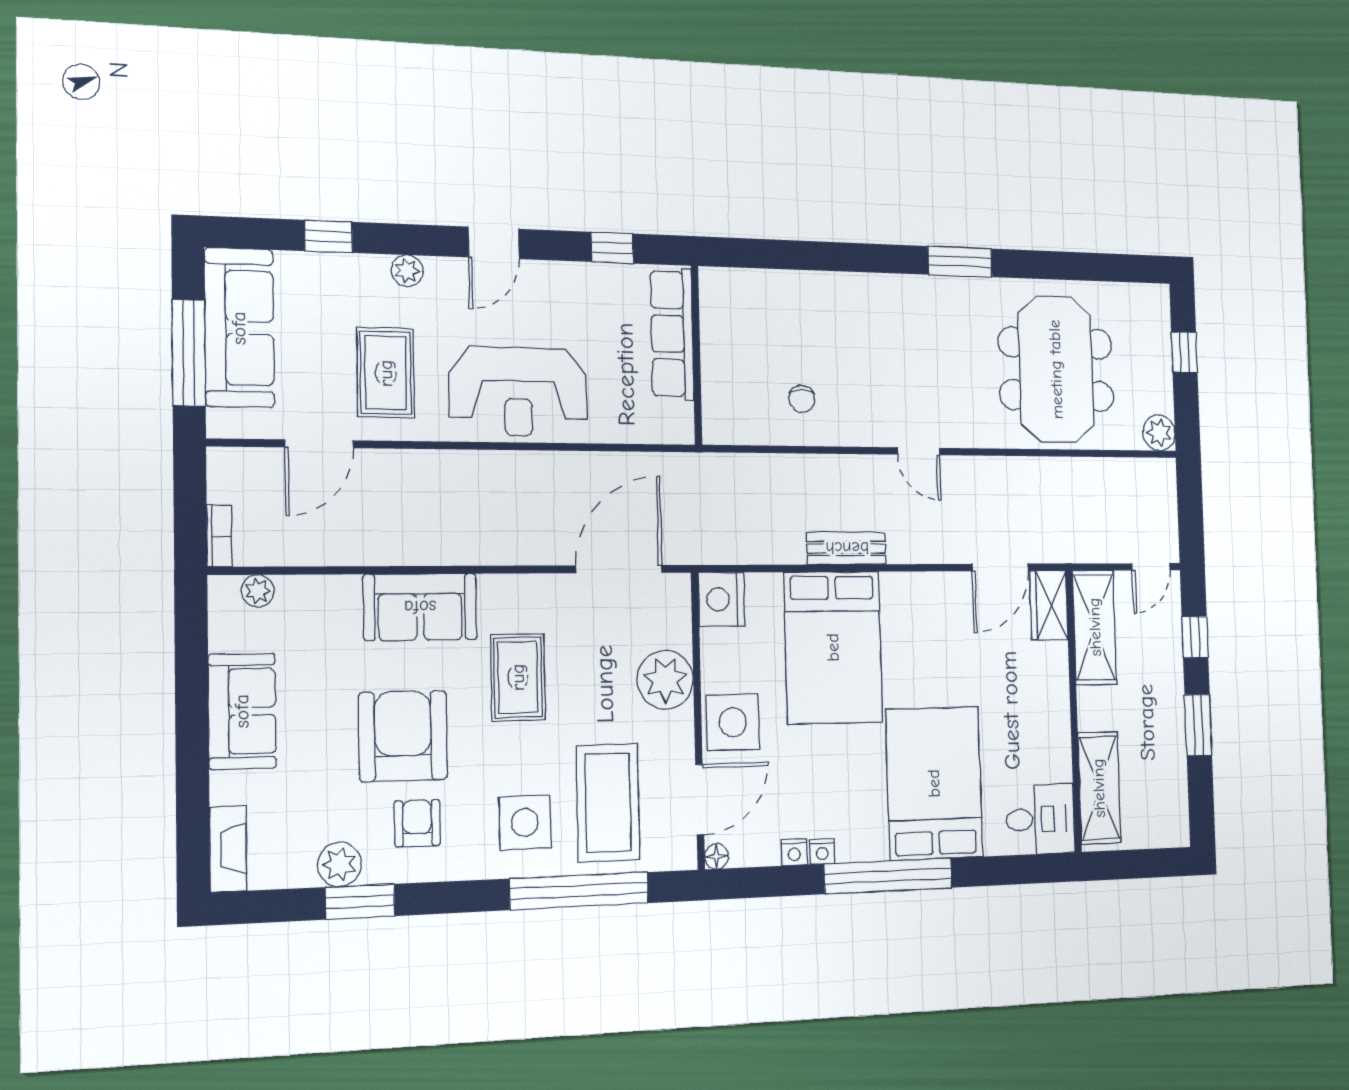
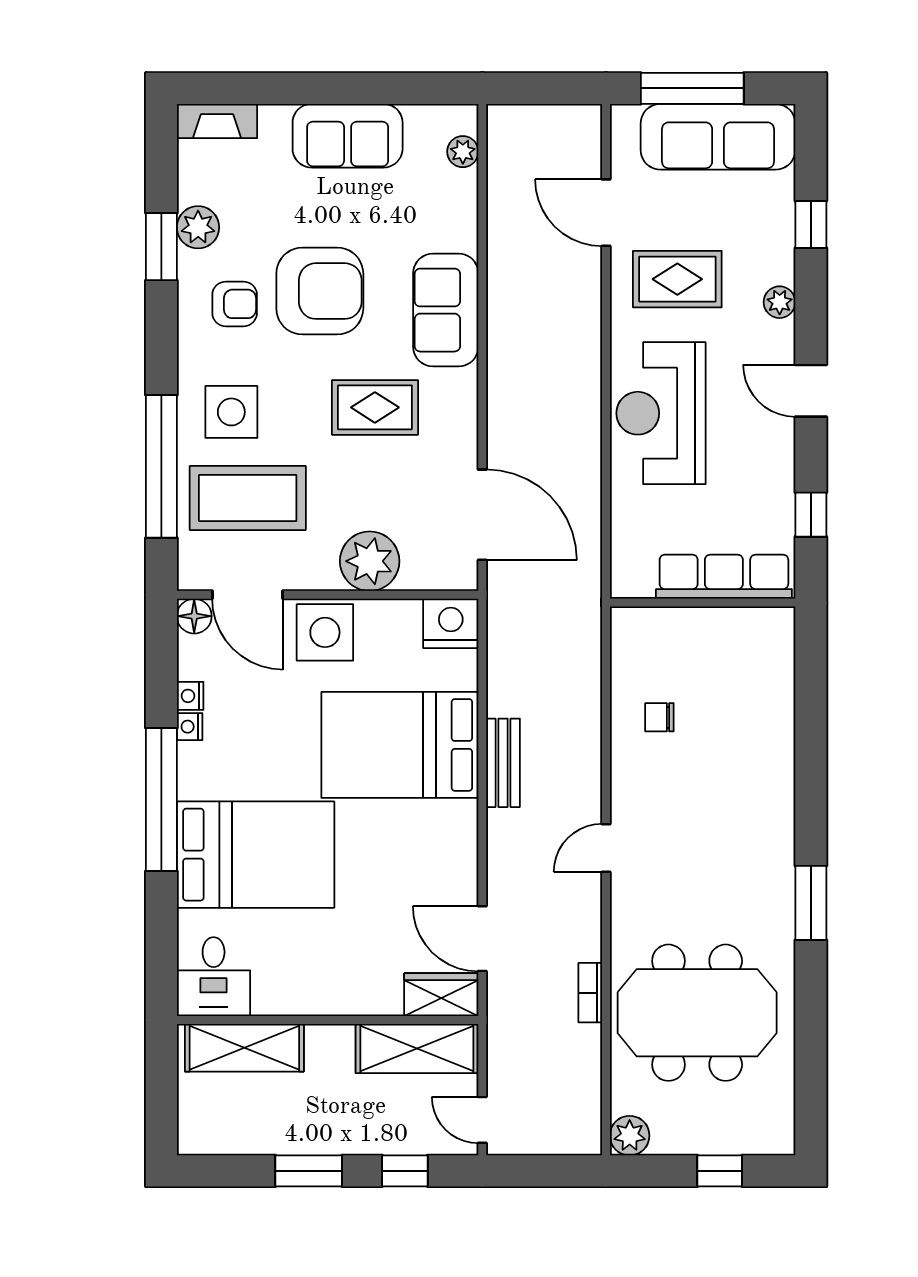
bookcase: (219, 536) -> (590, 993), moved, turned 90
floor lamp: (716, 856) -> (194, 616), width x1.37, depth x1.37

